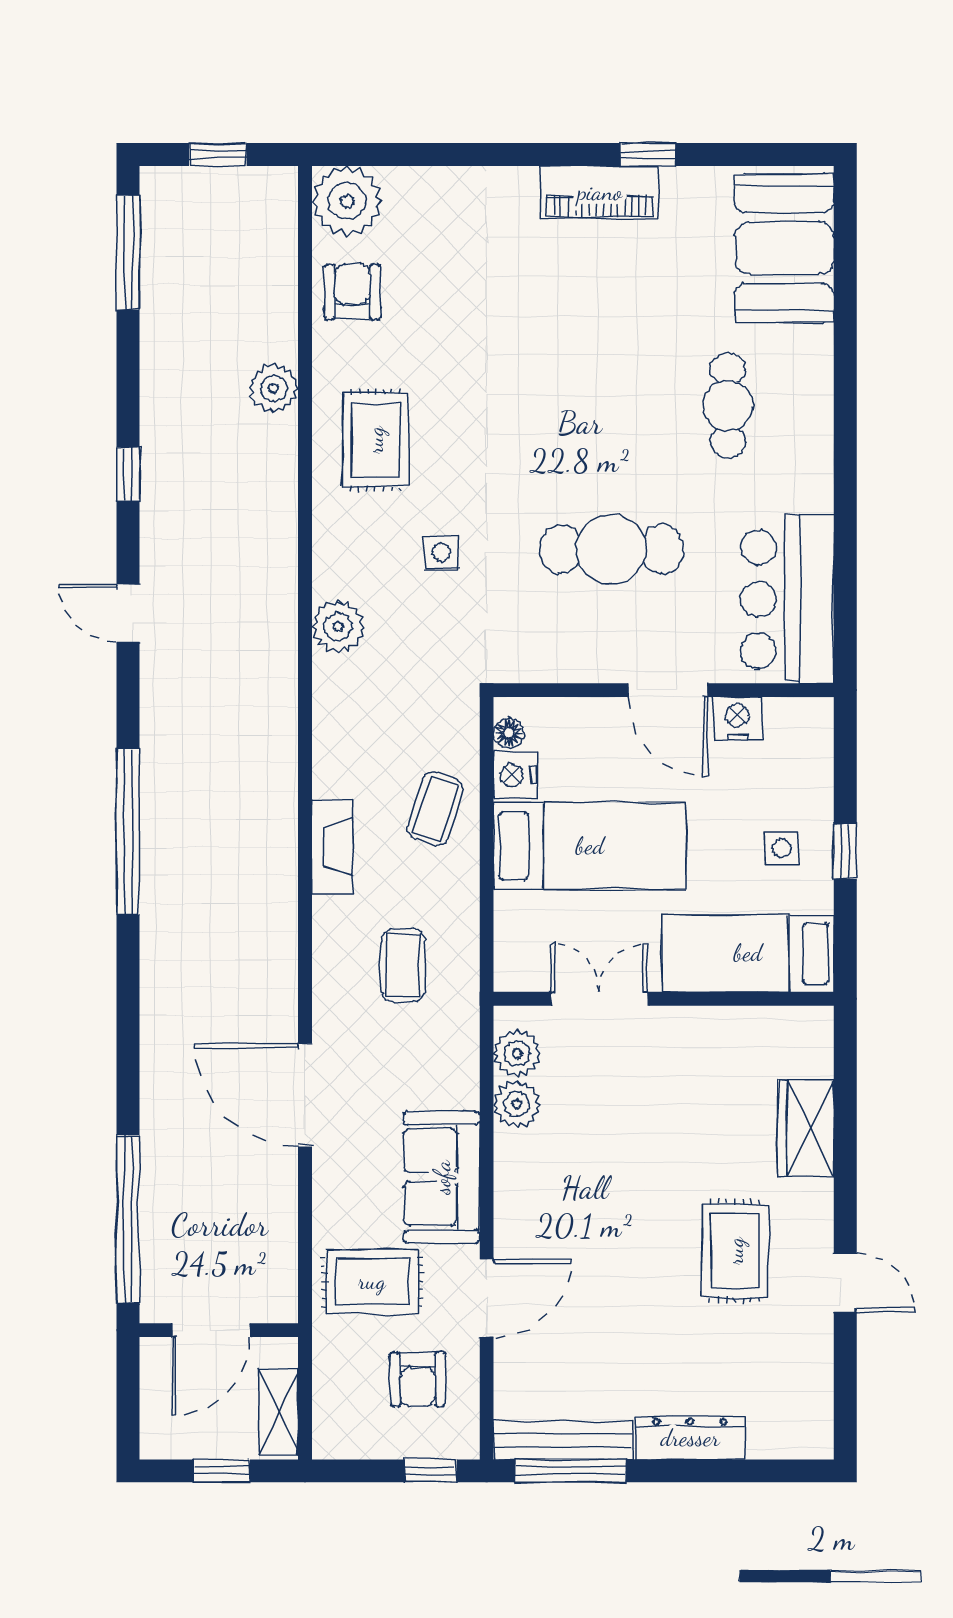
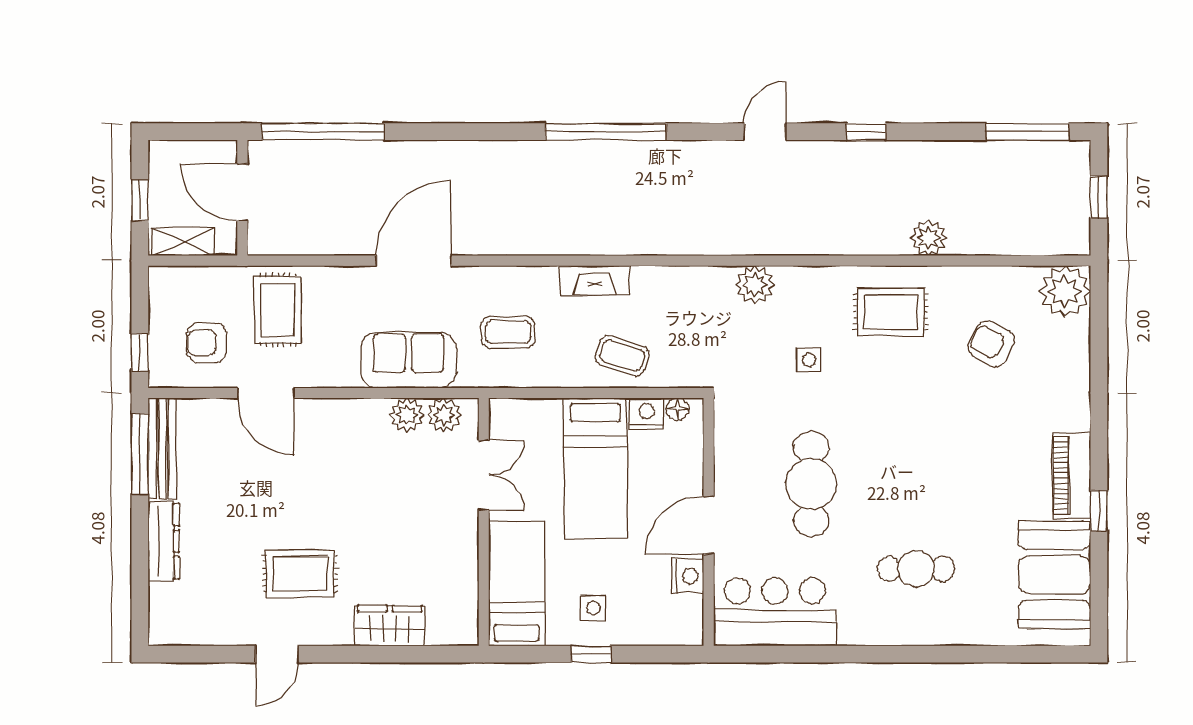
booth: (784, 248) -> (1055, 575), moved, turned 90
armchair: (352, 292) -> (991, 344), moved, turned -151
sofa: (442, 1177) -> (409, 360), moved

